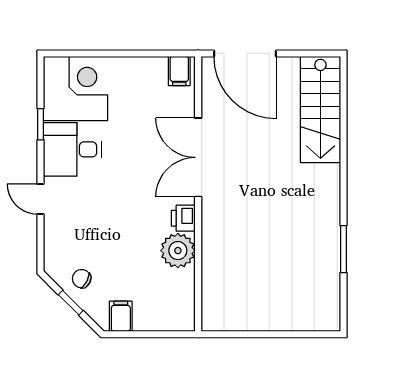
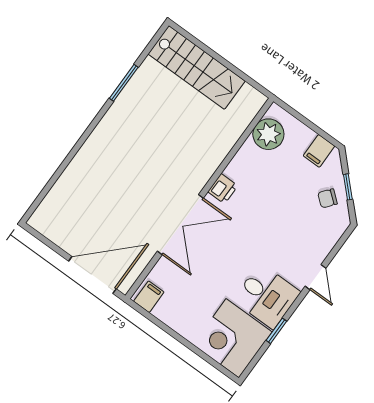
door: (245, 53) -> (92, 275), hinge flipped
stairs: (320, 110) -> (197, 67), moved, turned 90
plant: (178, 251) -> (268, 134), moved
chair: (82, 279) -> (328, 198), turned 101

